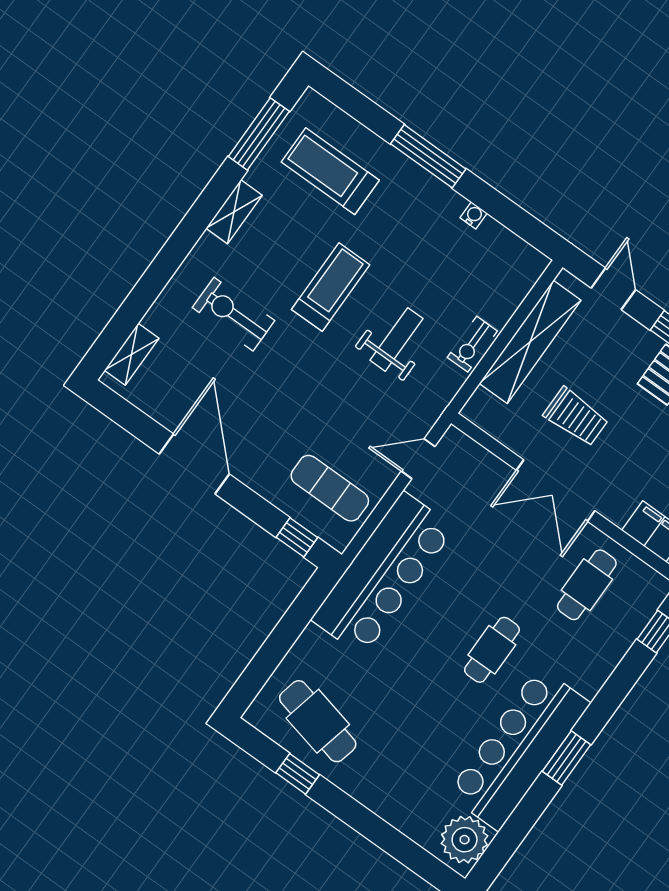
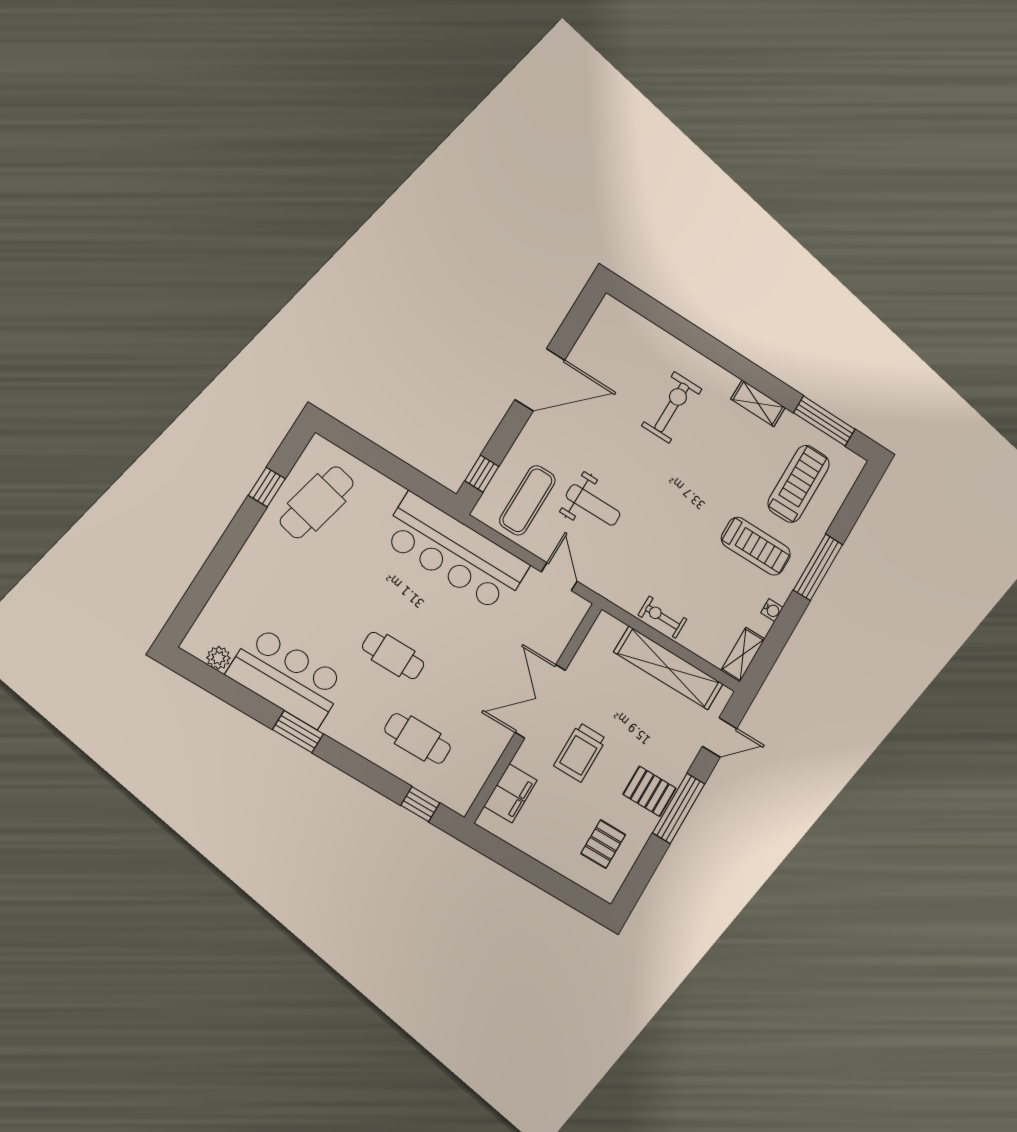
treadmill: (331, 287) -> (756, 546), moved
weight bench: (396, 339) -> (593, 505), moved
shelving: (132, 354) -> (743, 655), moved, turned 90
trolley: (576, 417) -> (580, 752), moved
cafe table: (587, 585) -> (418, 739), moved
bar counter: (519, 749) -> (287, 677), width x0.73
plant: (465, 840) -> (218, 658), width x0.53, depth x0.53

